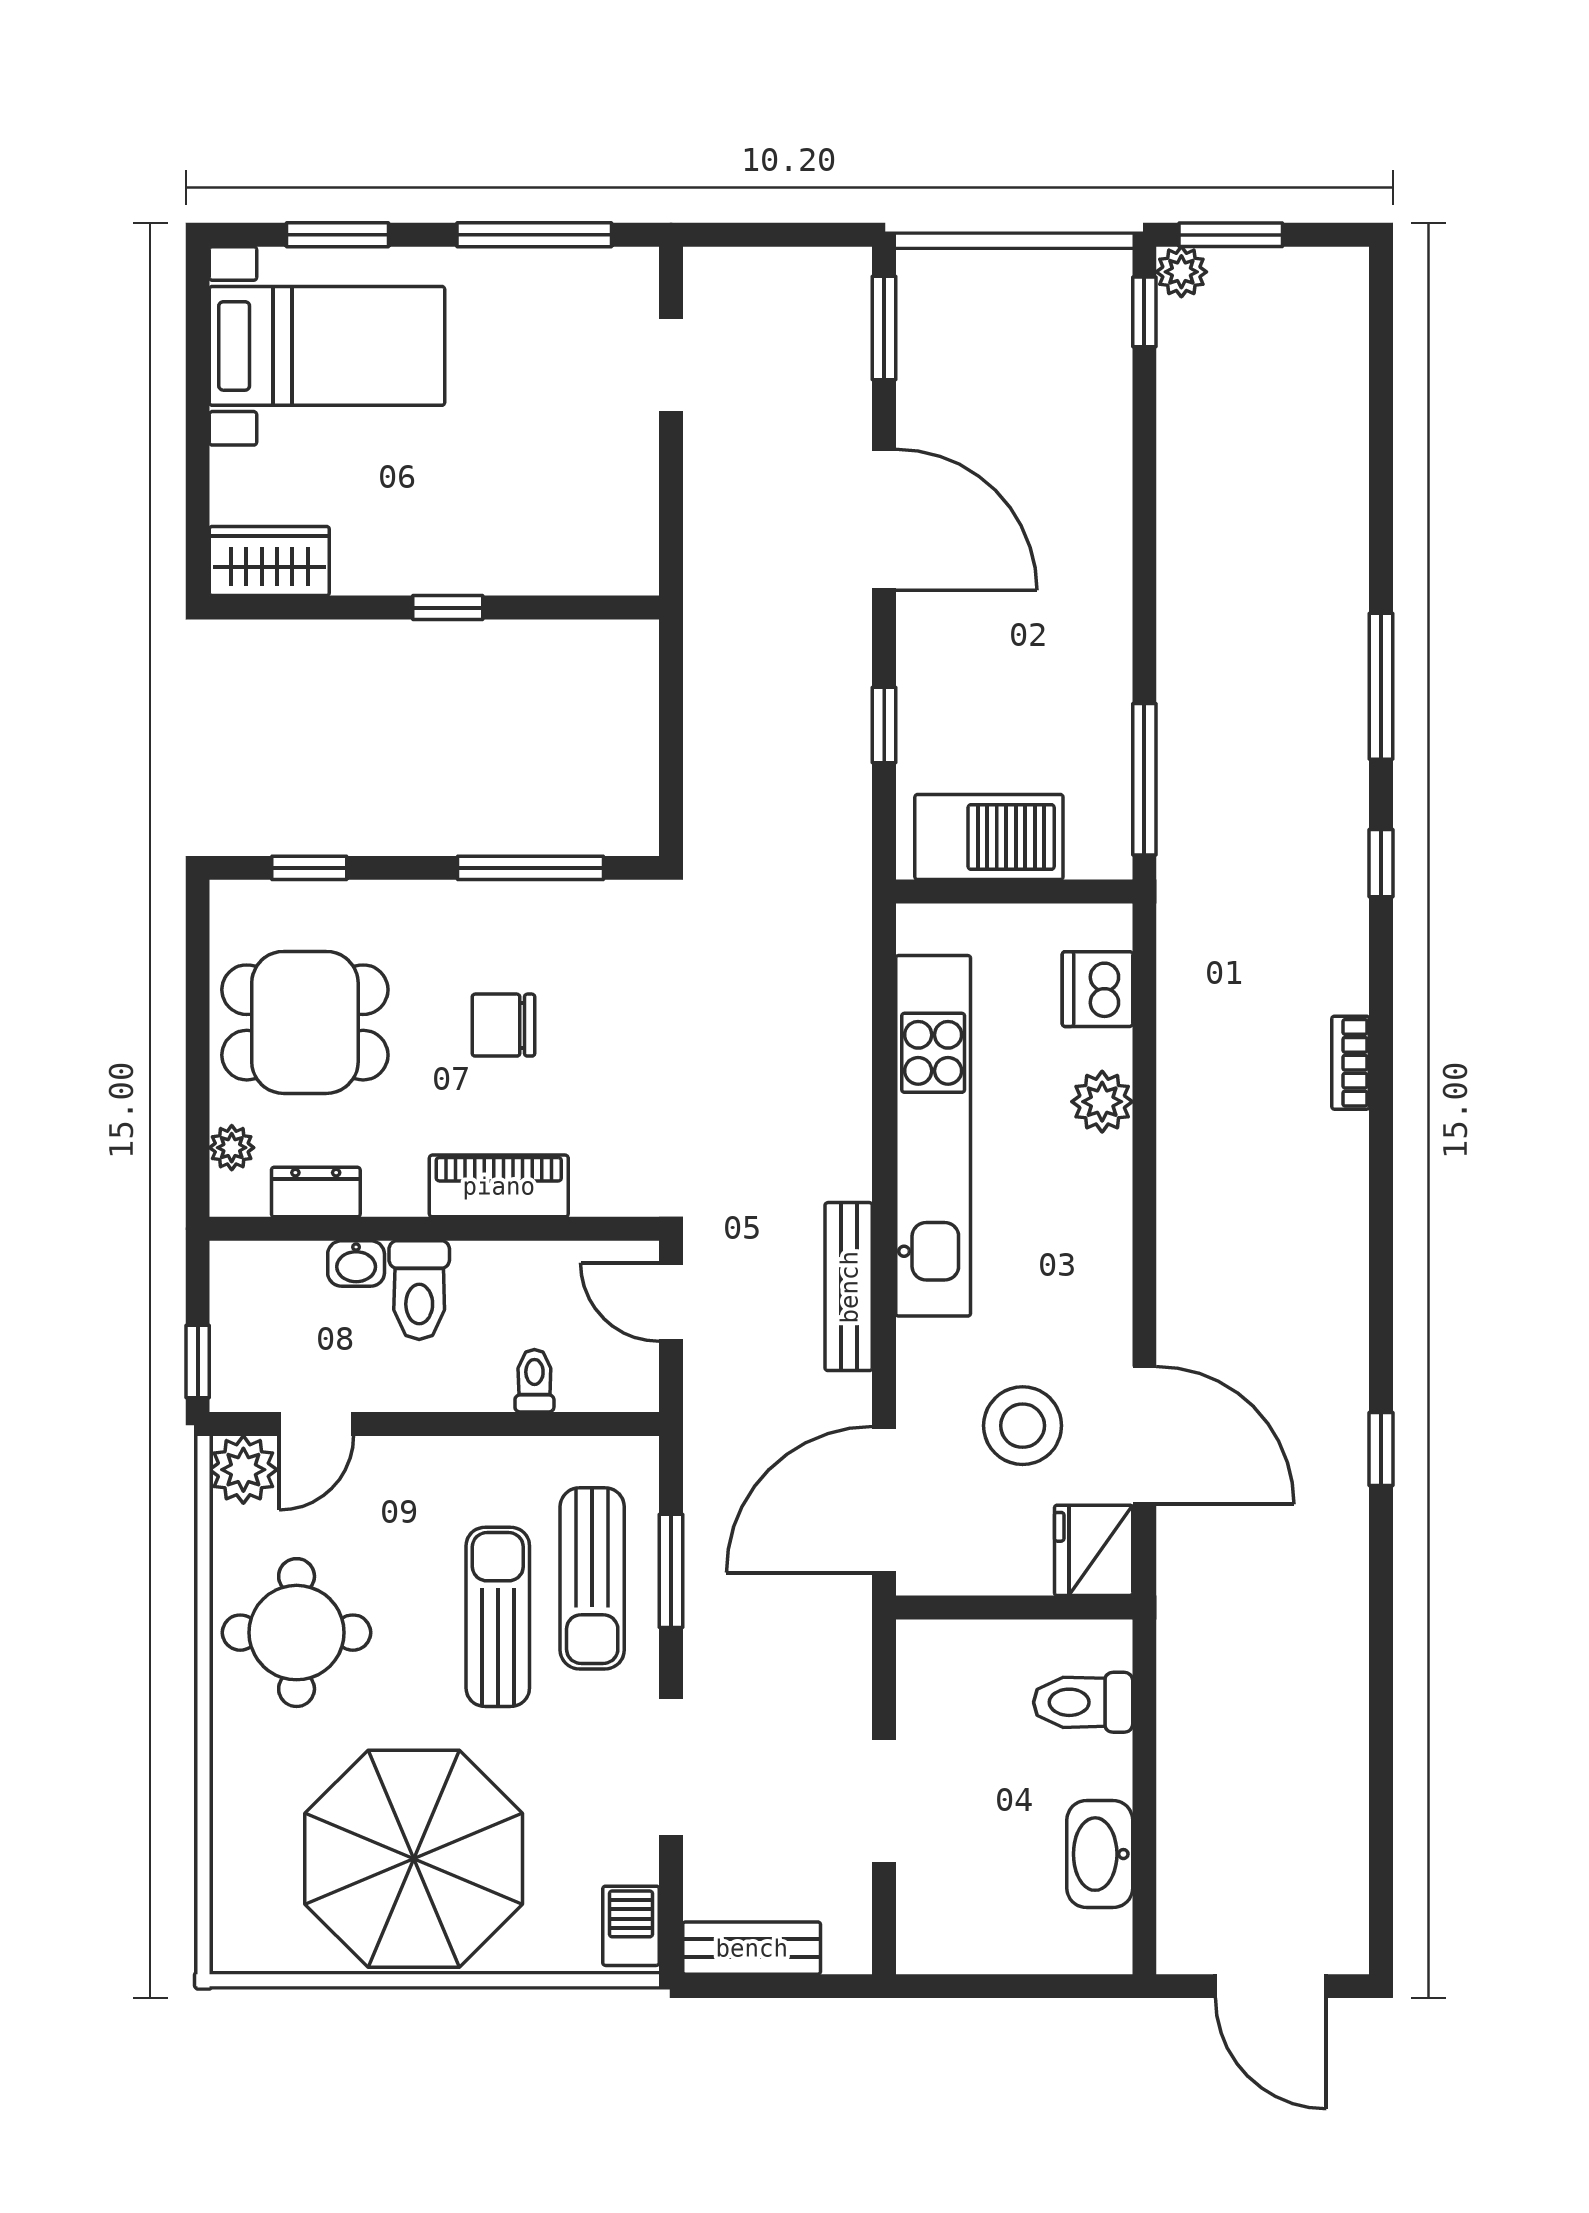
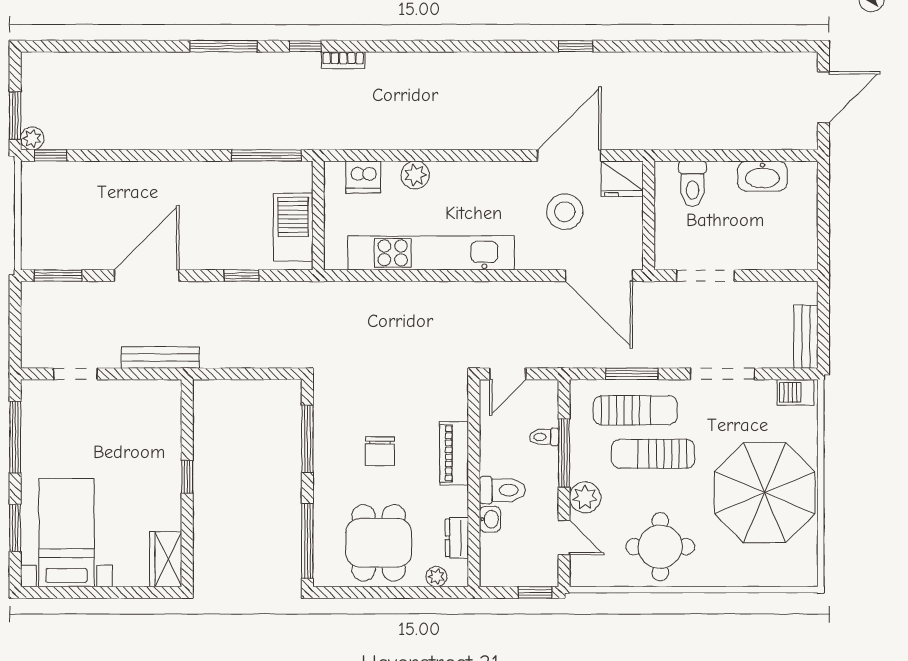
window: (309, 868) -> (307, 541), width x2.17
bookcase: (1351, 1063) -> (343, 60), moved
bench: (849, 1287) -> (160, 358), moved
window: (499, 1424) -> (564, 453), added
plant: (243, 1470) -> (585, 497), moved
doorway: (884, 1801) -> (706, 276), moved

